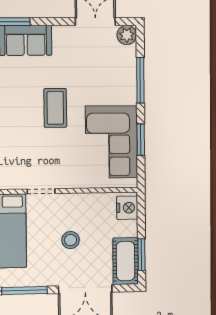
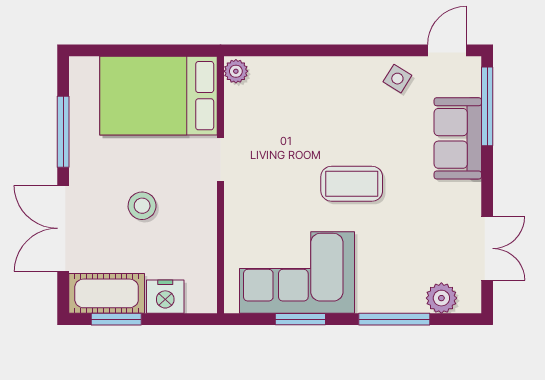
plant: (127, 35) -> (441, 298), moved
nightstand: (127, 208) -> (165, 297), moved

